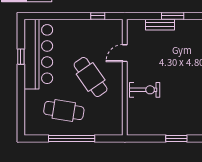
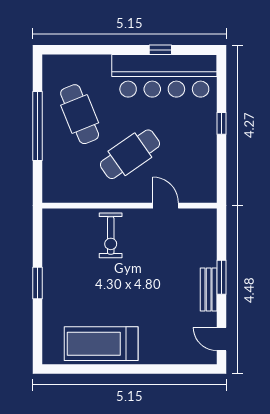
window: (98, 16) -> (222, 123), moved
bench: (160, 25) -> (209, 289), moved
cafe table: (64, 111) -> (80, 114), turned -31

